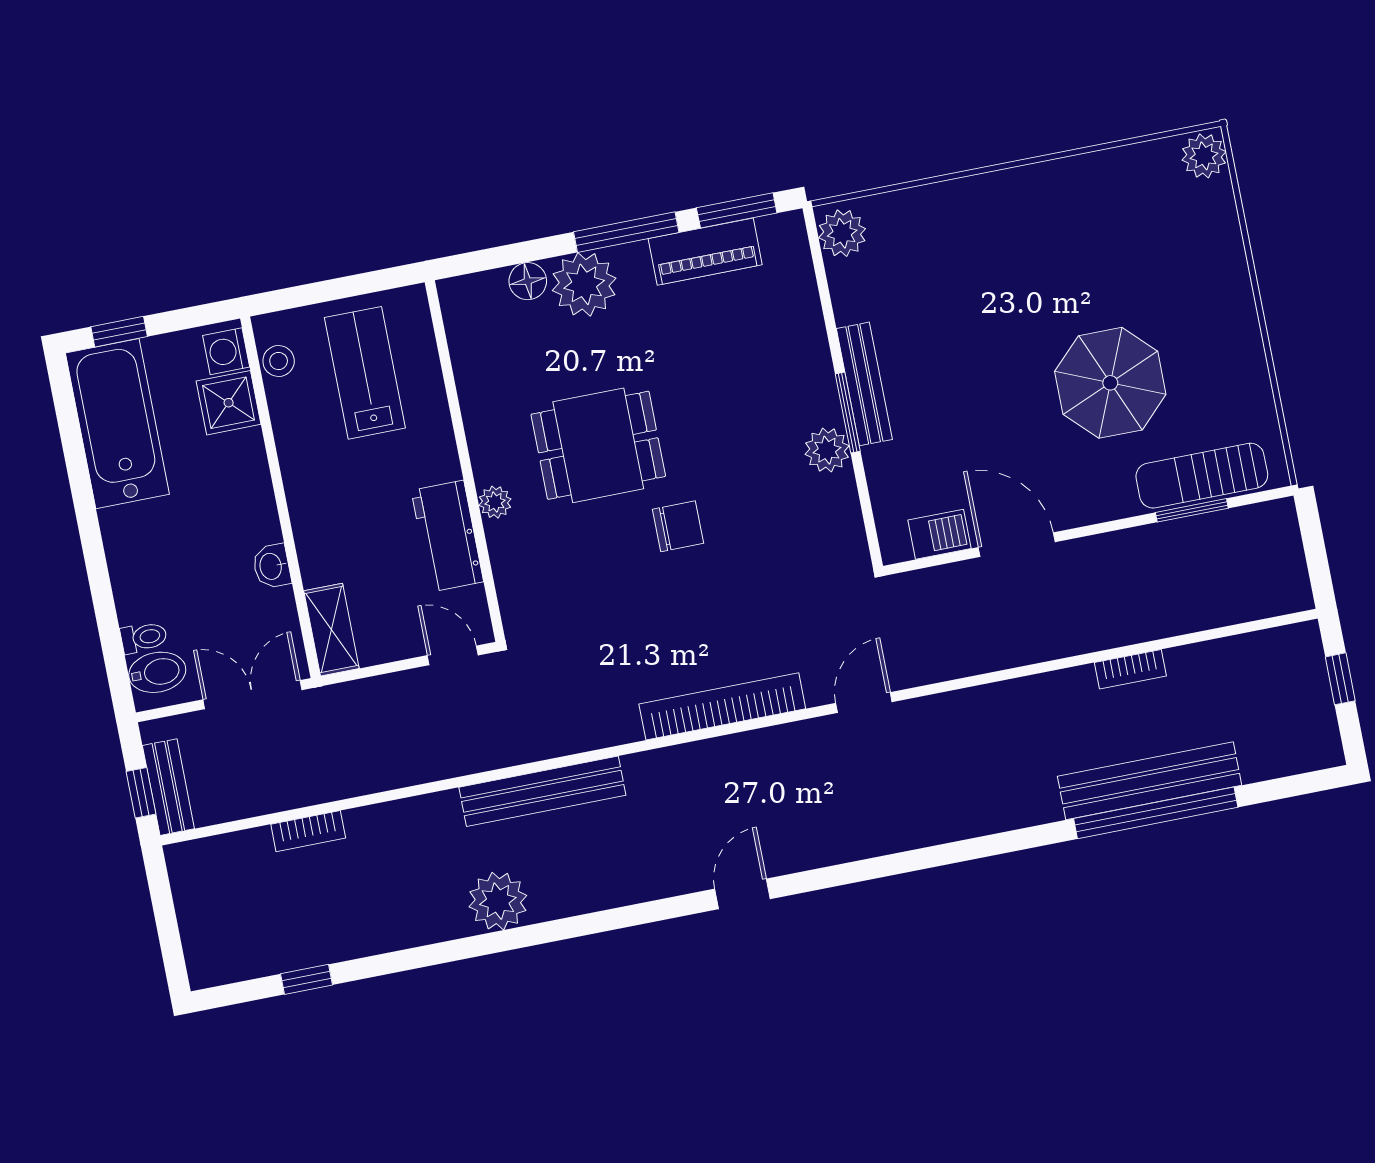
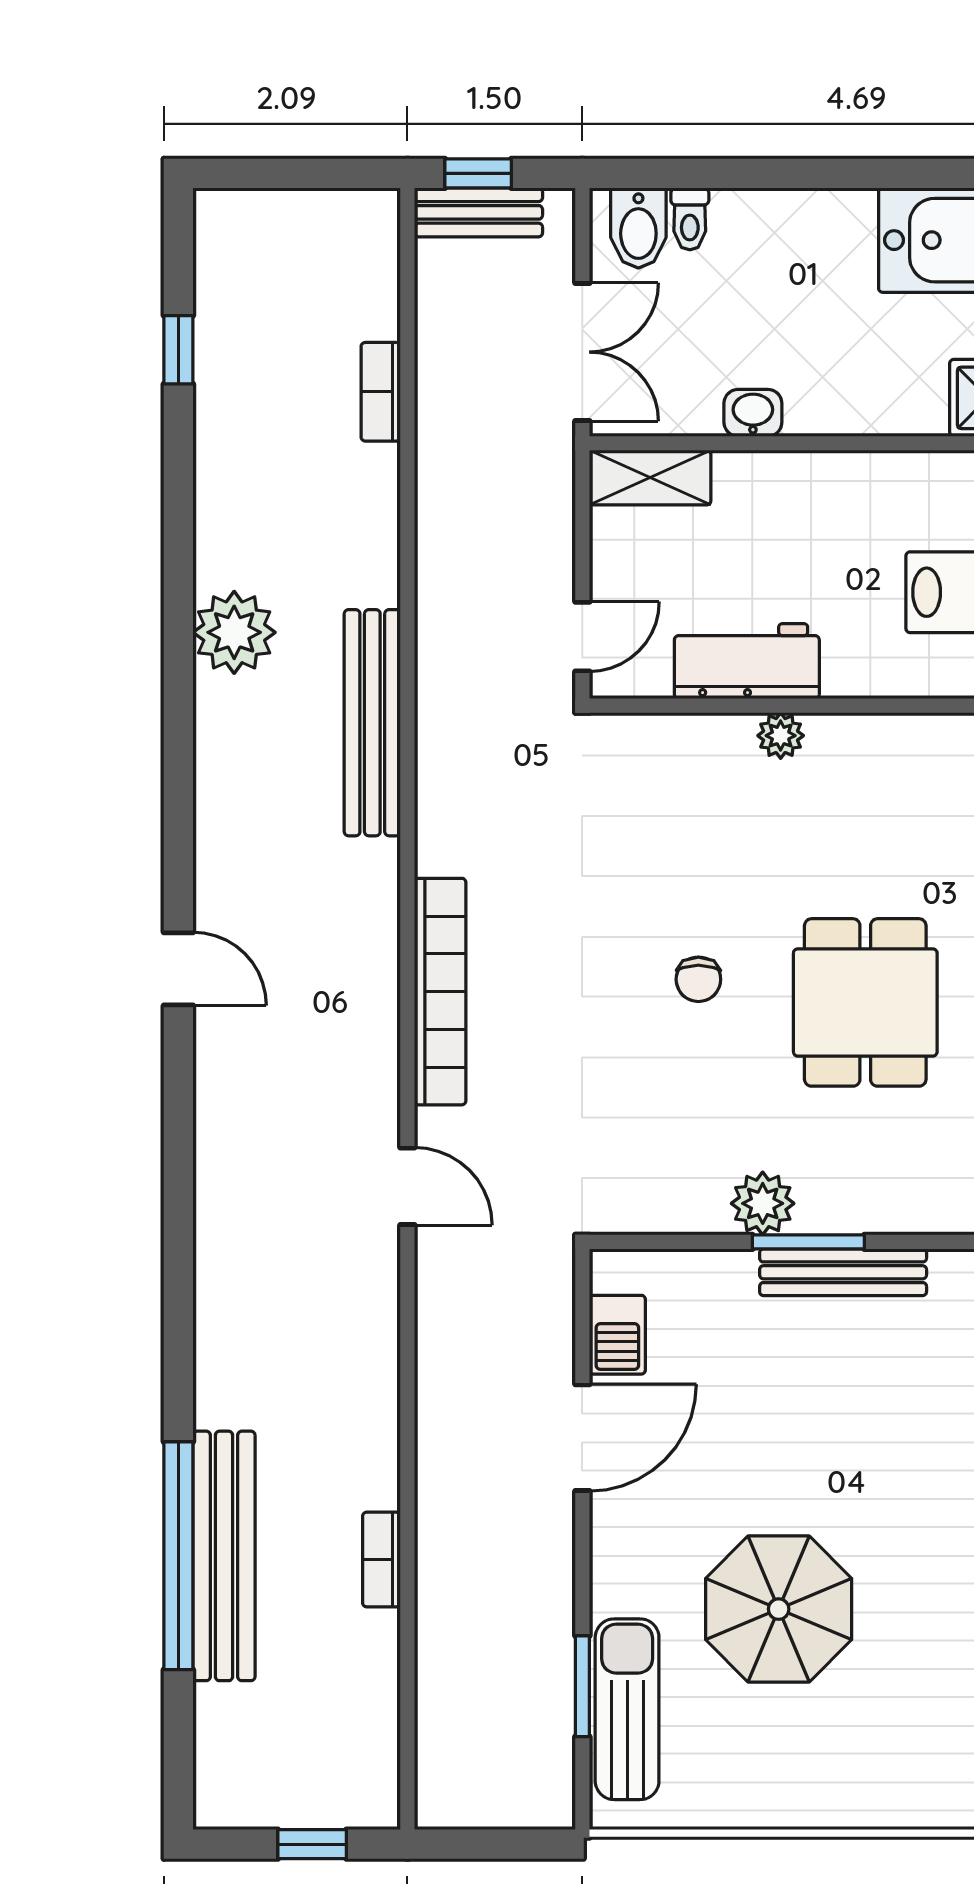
dining table: (598, 445) -> (865, 1002), moved
chair: (678, 526) -> (698, 979), width x0.73, depth x0.73

